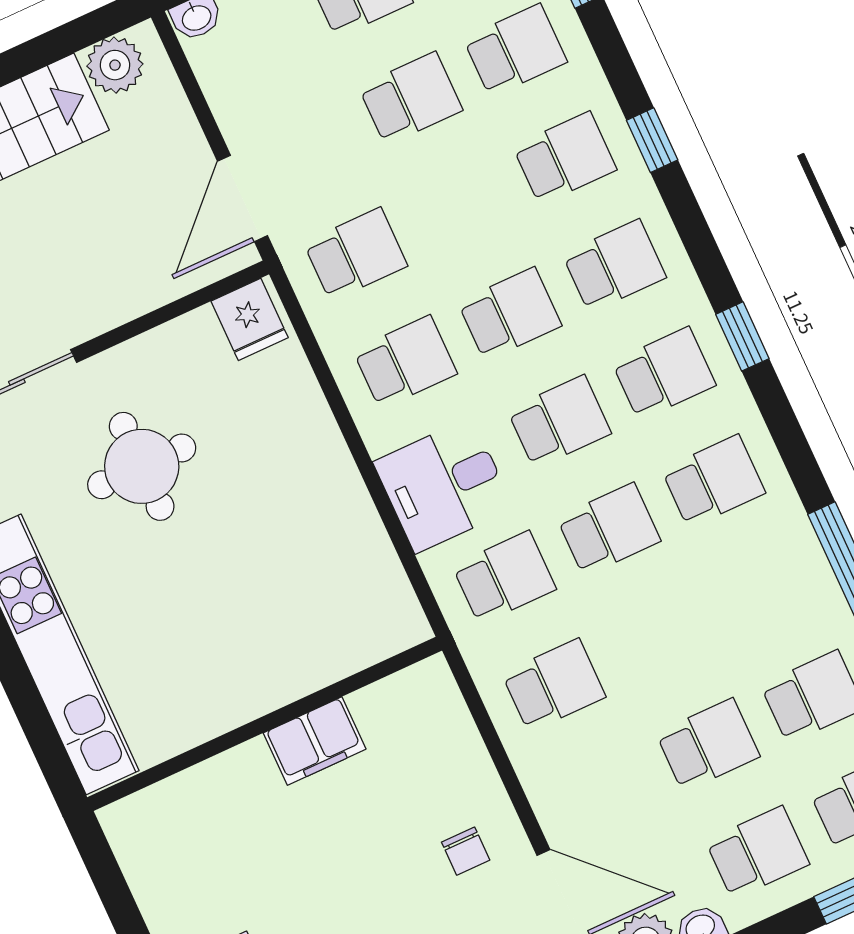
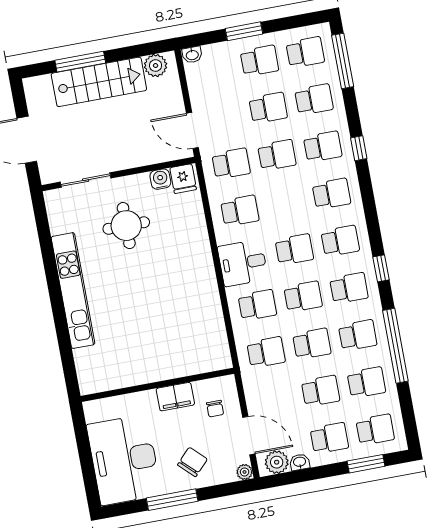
door: (243, 198) -> (192, 130), hinge flipped
school desk: (510, 314) -> (277, 155), moved
water cooler: (195, 334) -> (160, 179), added
window: (742, 336) -> (381, 268), moved
school desk: (763, 589) -> (358, 335), added
school desk: (658, 637) -> (312, 344), added
wall: (265, 724) -> (157, 385), moved
filing cabinet: (315, 741) -> (175, 397), moved

